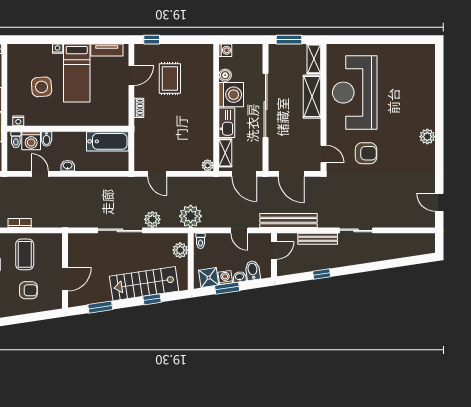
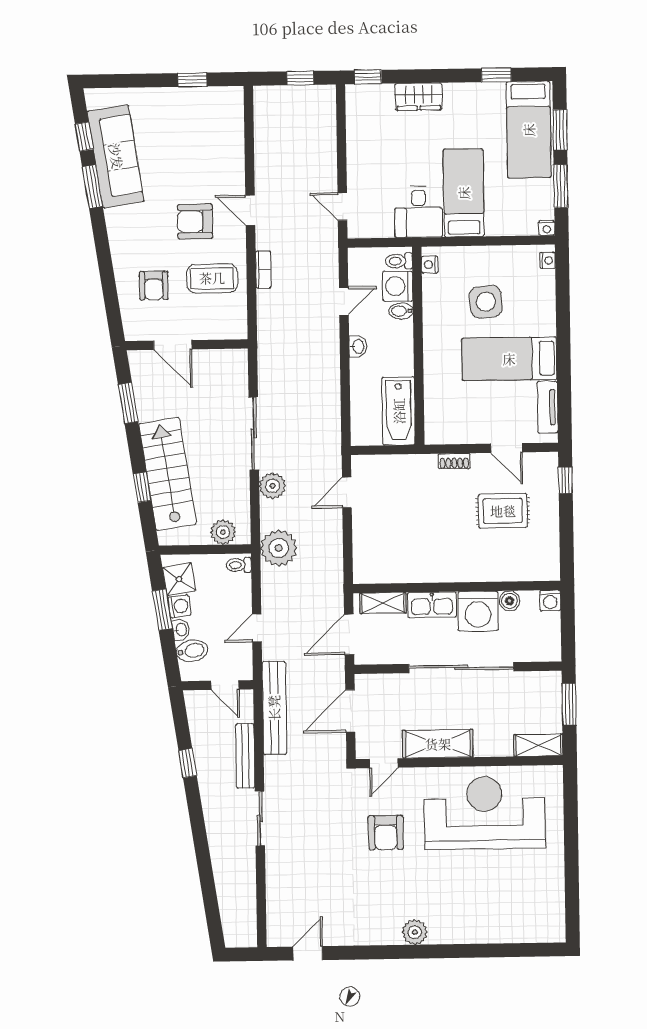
nightstand: (58, 49) -> (547, 260), moved
shelving: (312, 97) -> (438, 744), moved
plant: (208, 165) -> (362, 575), removed

